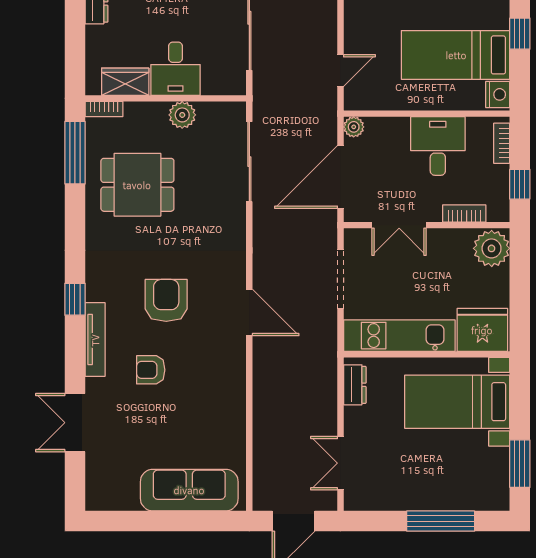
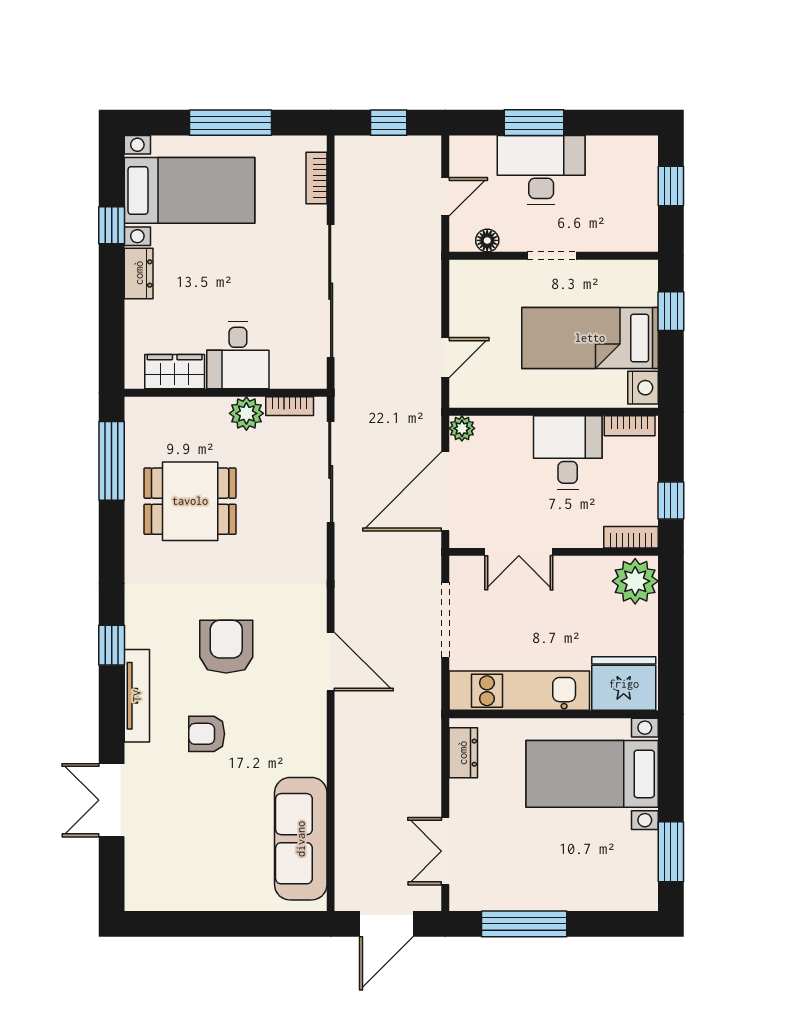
bookcase: (104, 109) -> (290, 406), moved
bookcase: (502, 143) -> (630, 426), moved, turned -90
bookcase: (464, 213) -> (631, 537), moved
sofa: (189, 490) -> (301, 839), moved, turned -90
window: (441, 521) -> (524, 924), moved

